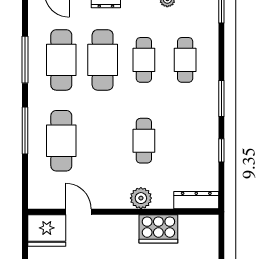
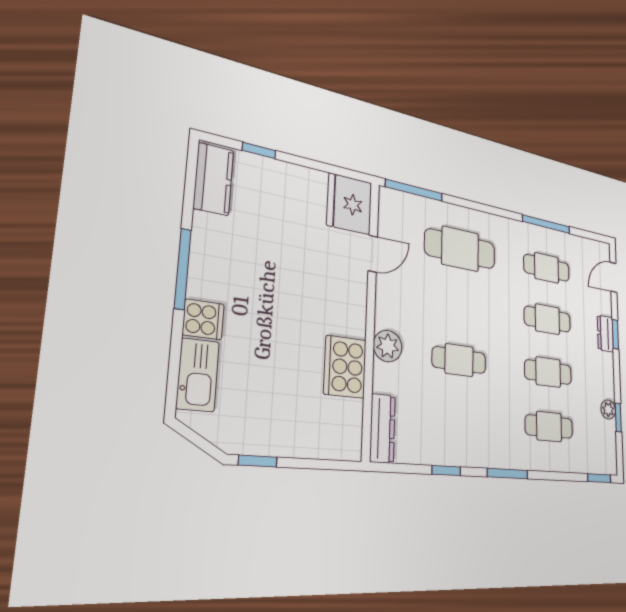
cafe table: (61, 60) -> (547, 268), width x0.73, depth x0.74
cafe table: (103, 60) -> (547, 319), width x0.73, depth x0.74
window: (25, 131) -> (414, 190), moved

